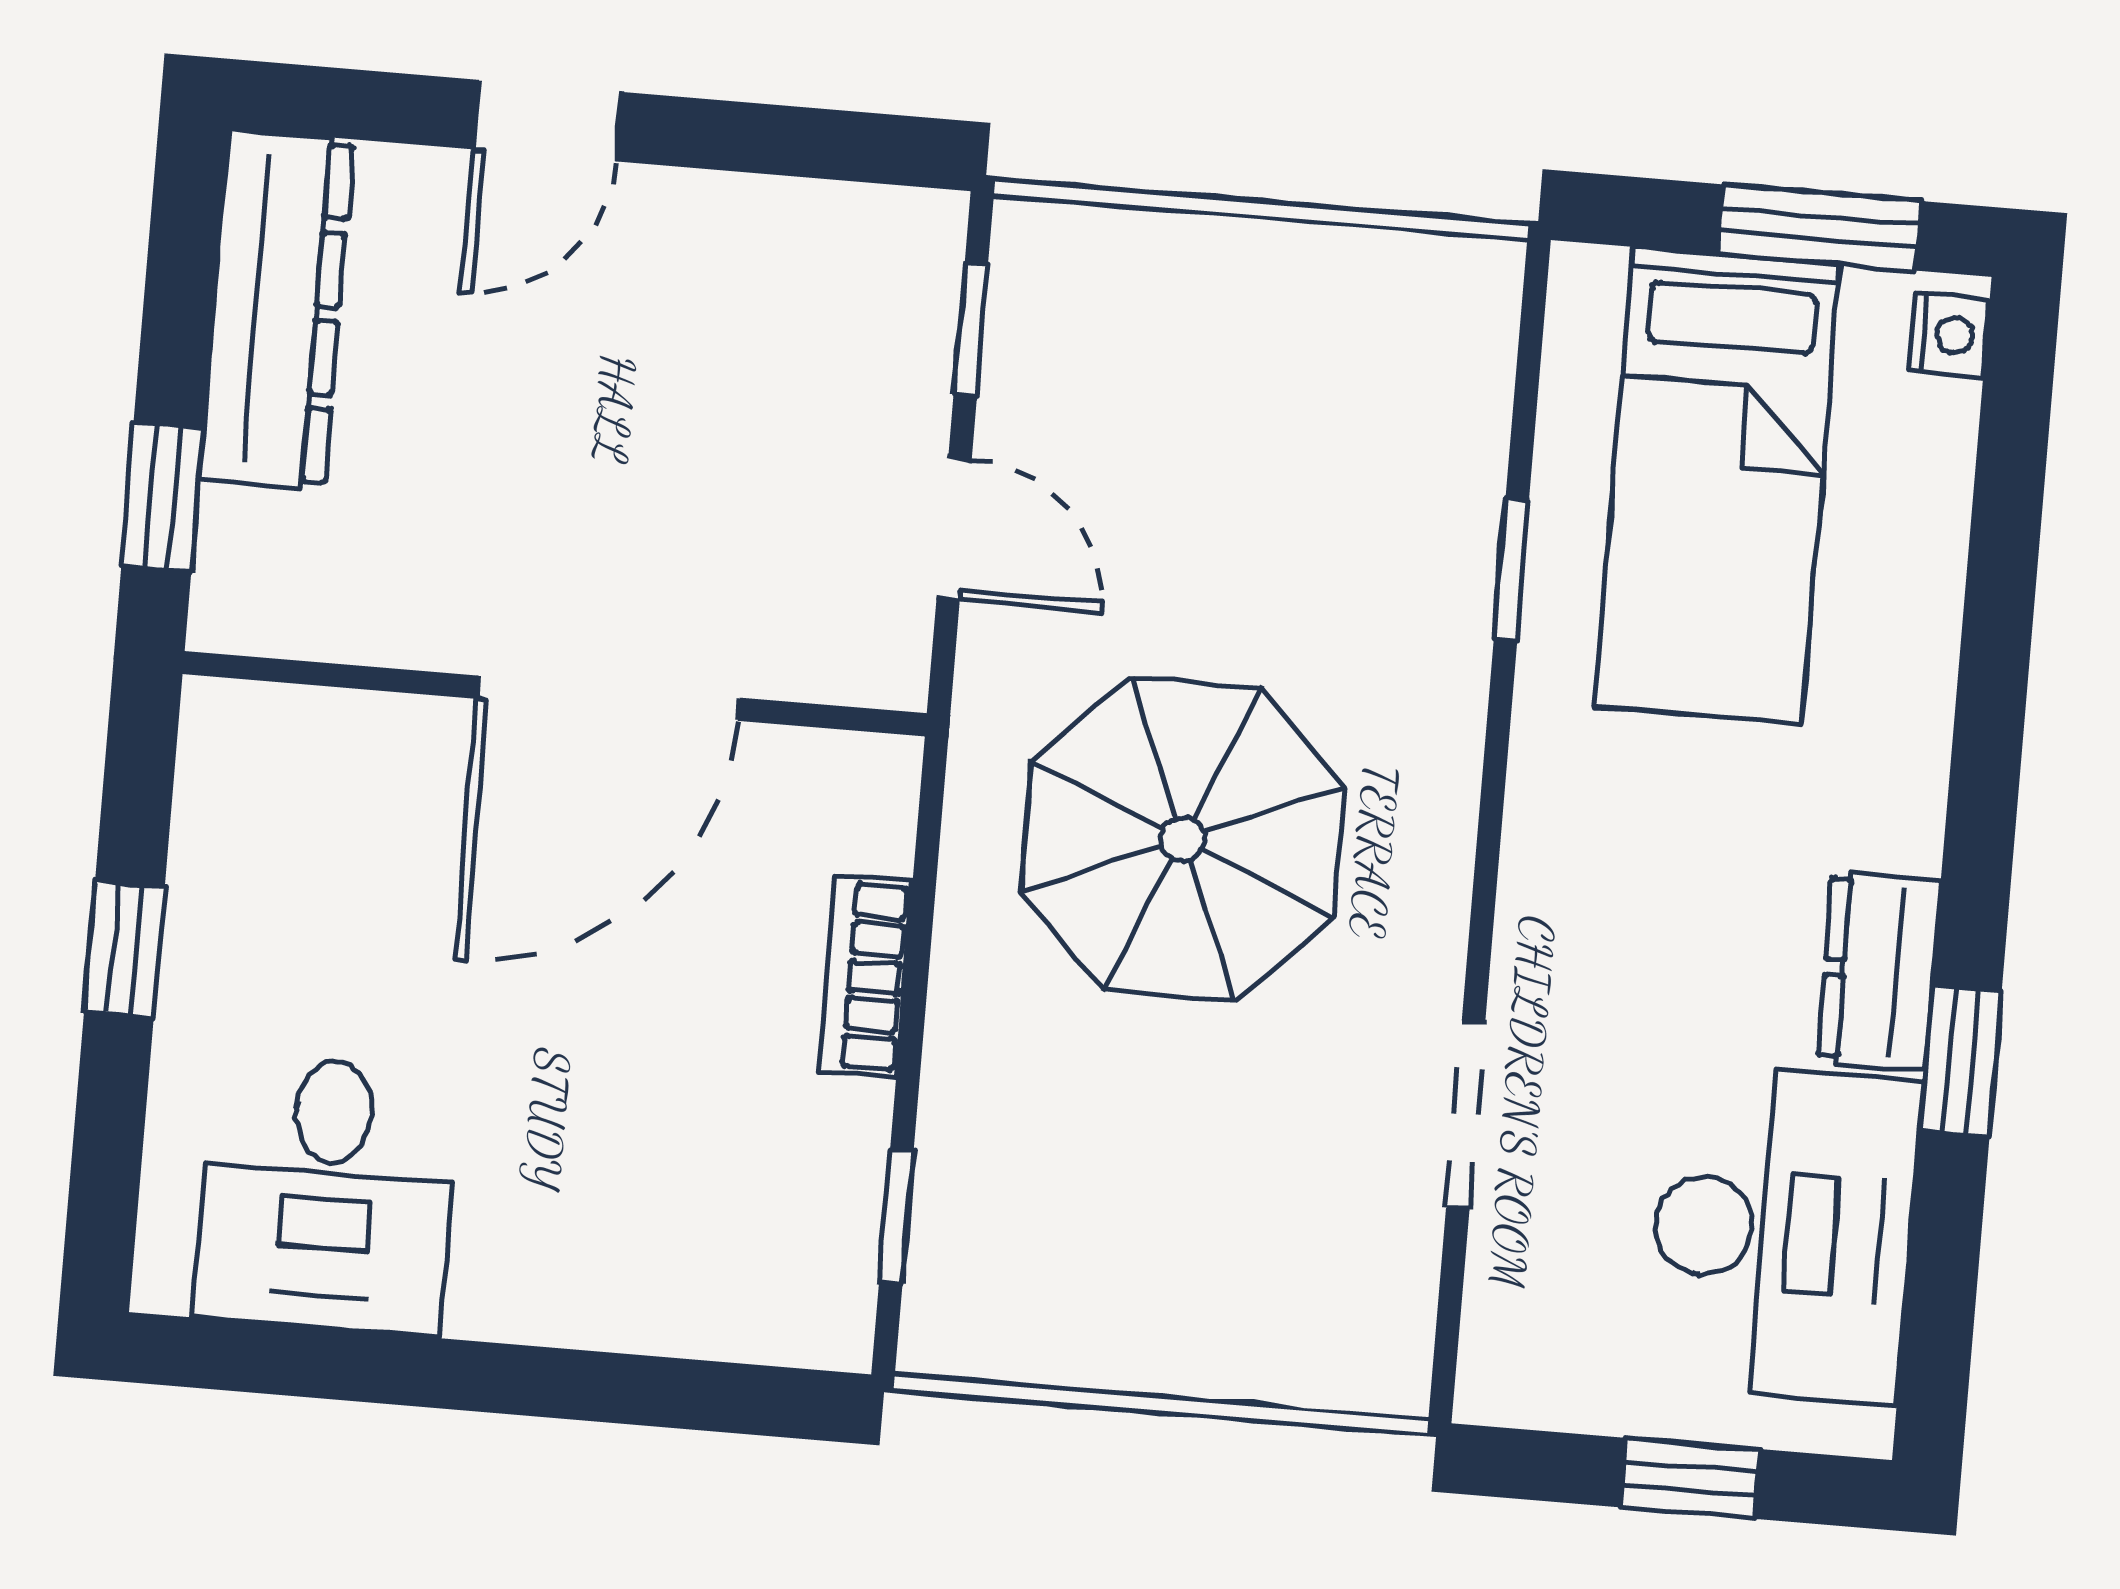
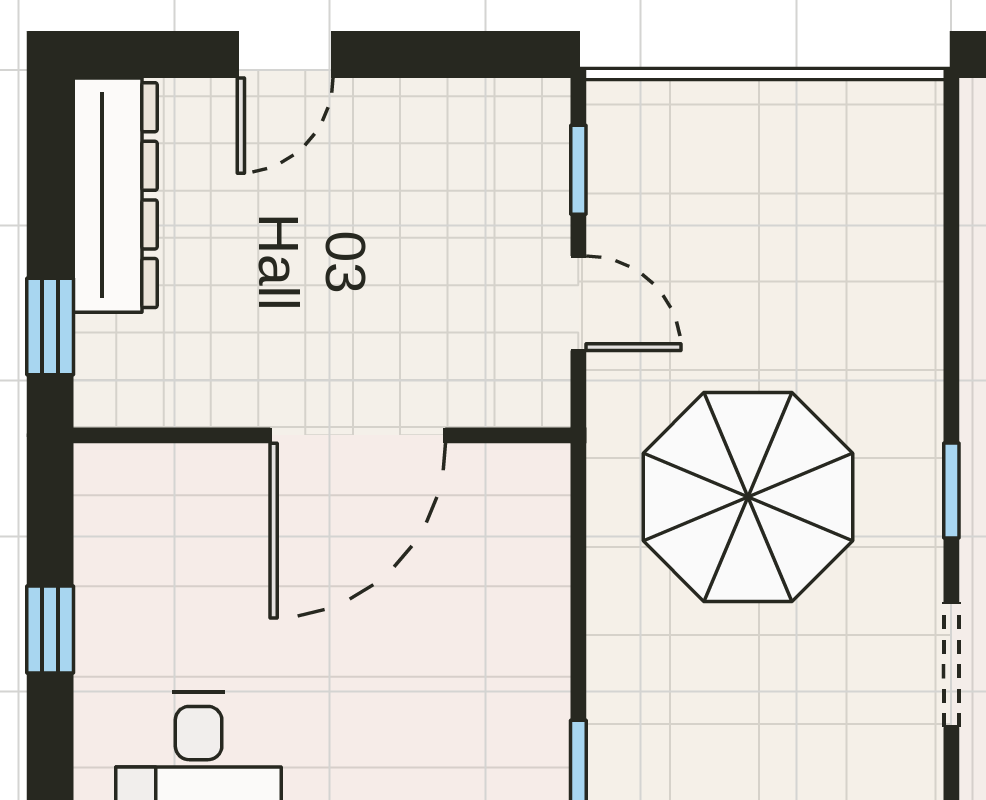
window: (1511, 569) -> (951, 490), moved
bookcase: (865, 976) -> (544, 606), removed

